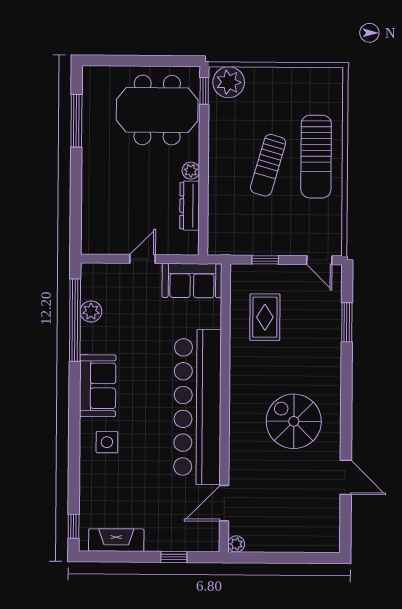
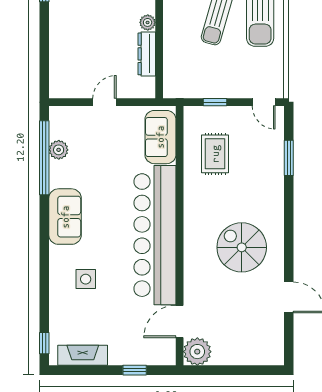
sofa: (192, 281) -> (160, 137), moved, turned 90
side table: (107, 442) -> (86, 279), moved
plant: (236, 544) -> (197, 352), width x1.88, depth x1.88

